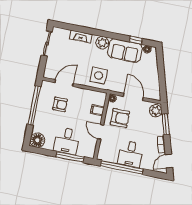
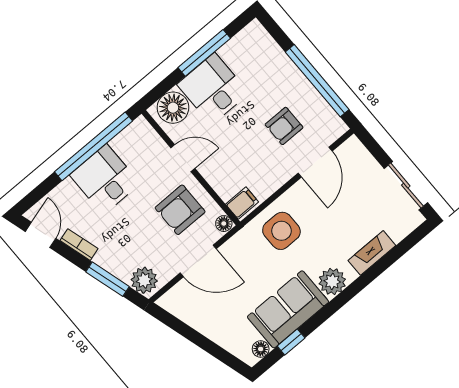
filing cabinet: (97, 110) -> (242, 203), moved
floor lamp: (37, 140) -> (173, 108), moved
window: (70, 157) -> (204, 53), moved

